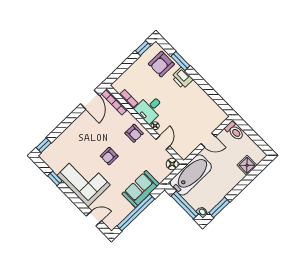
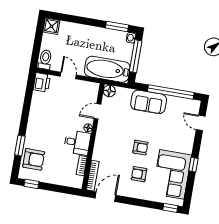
printer: (182, 78) -> (42, 82), moved
armchair: (134, 133) -> (139, 174), moved, turned -90
shower: (247, 165) -> (51, 26), moved
window: (55, 178) -> (193, 165), moved
corner sofa: (84, 180) -> (172, 174), moved

